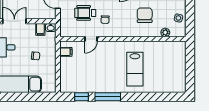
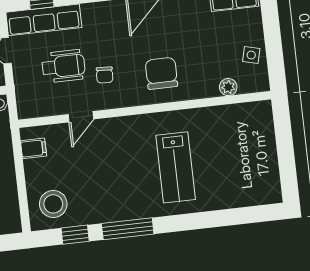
wheelchair: (85, 13) -> (63, 66), turned 180
chair: (145, 15) -> (161, 73), moved
stool: (73, 80) -> (53, 204), added

